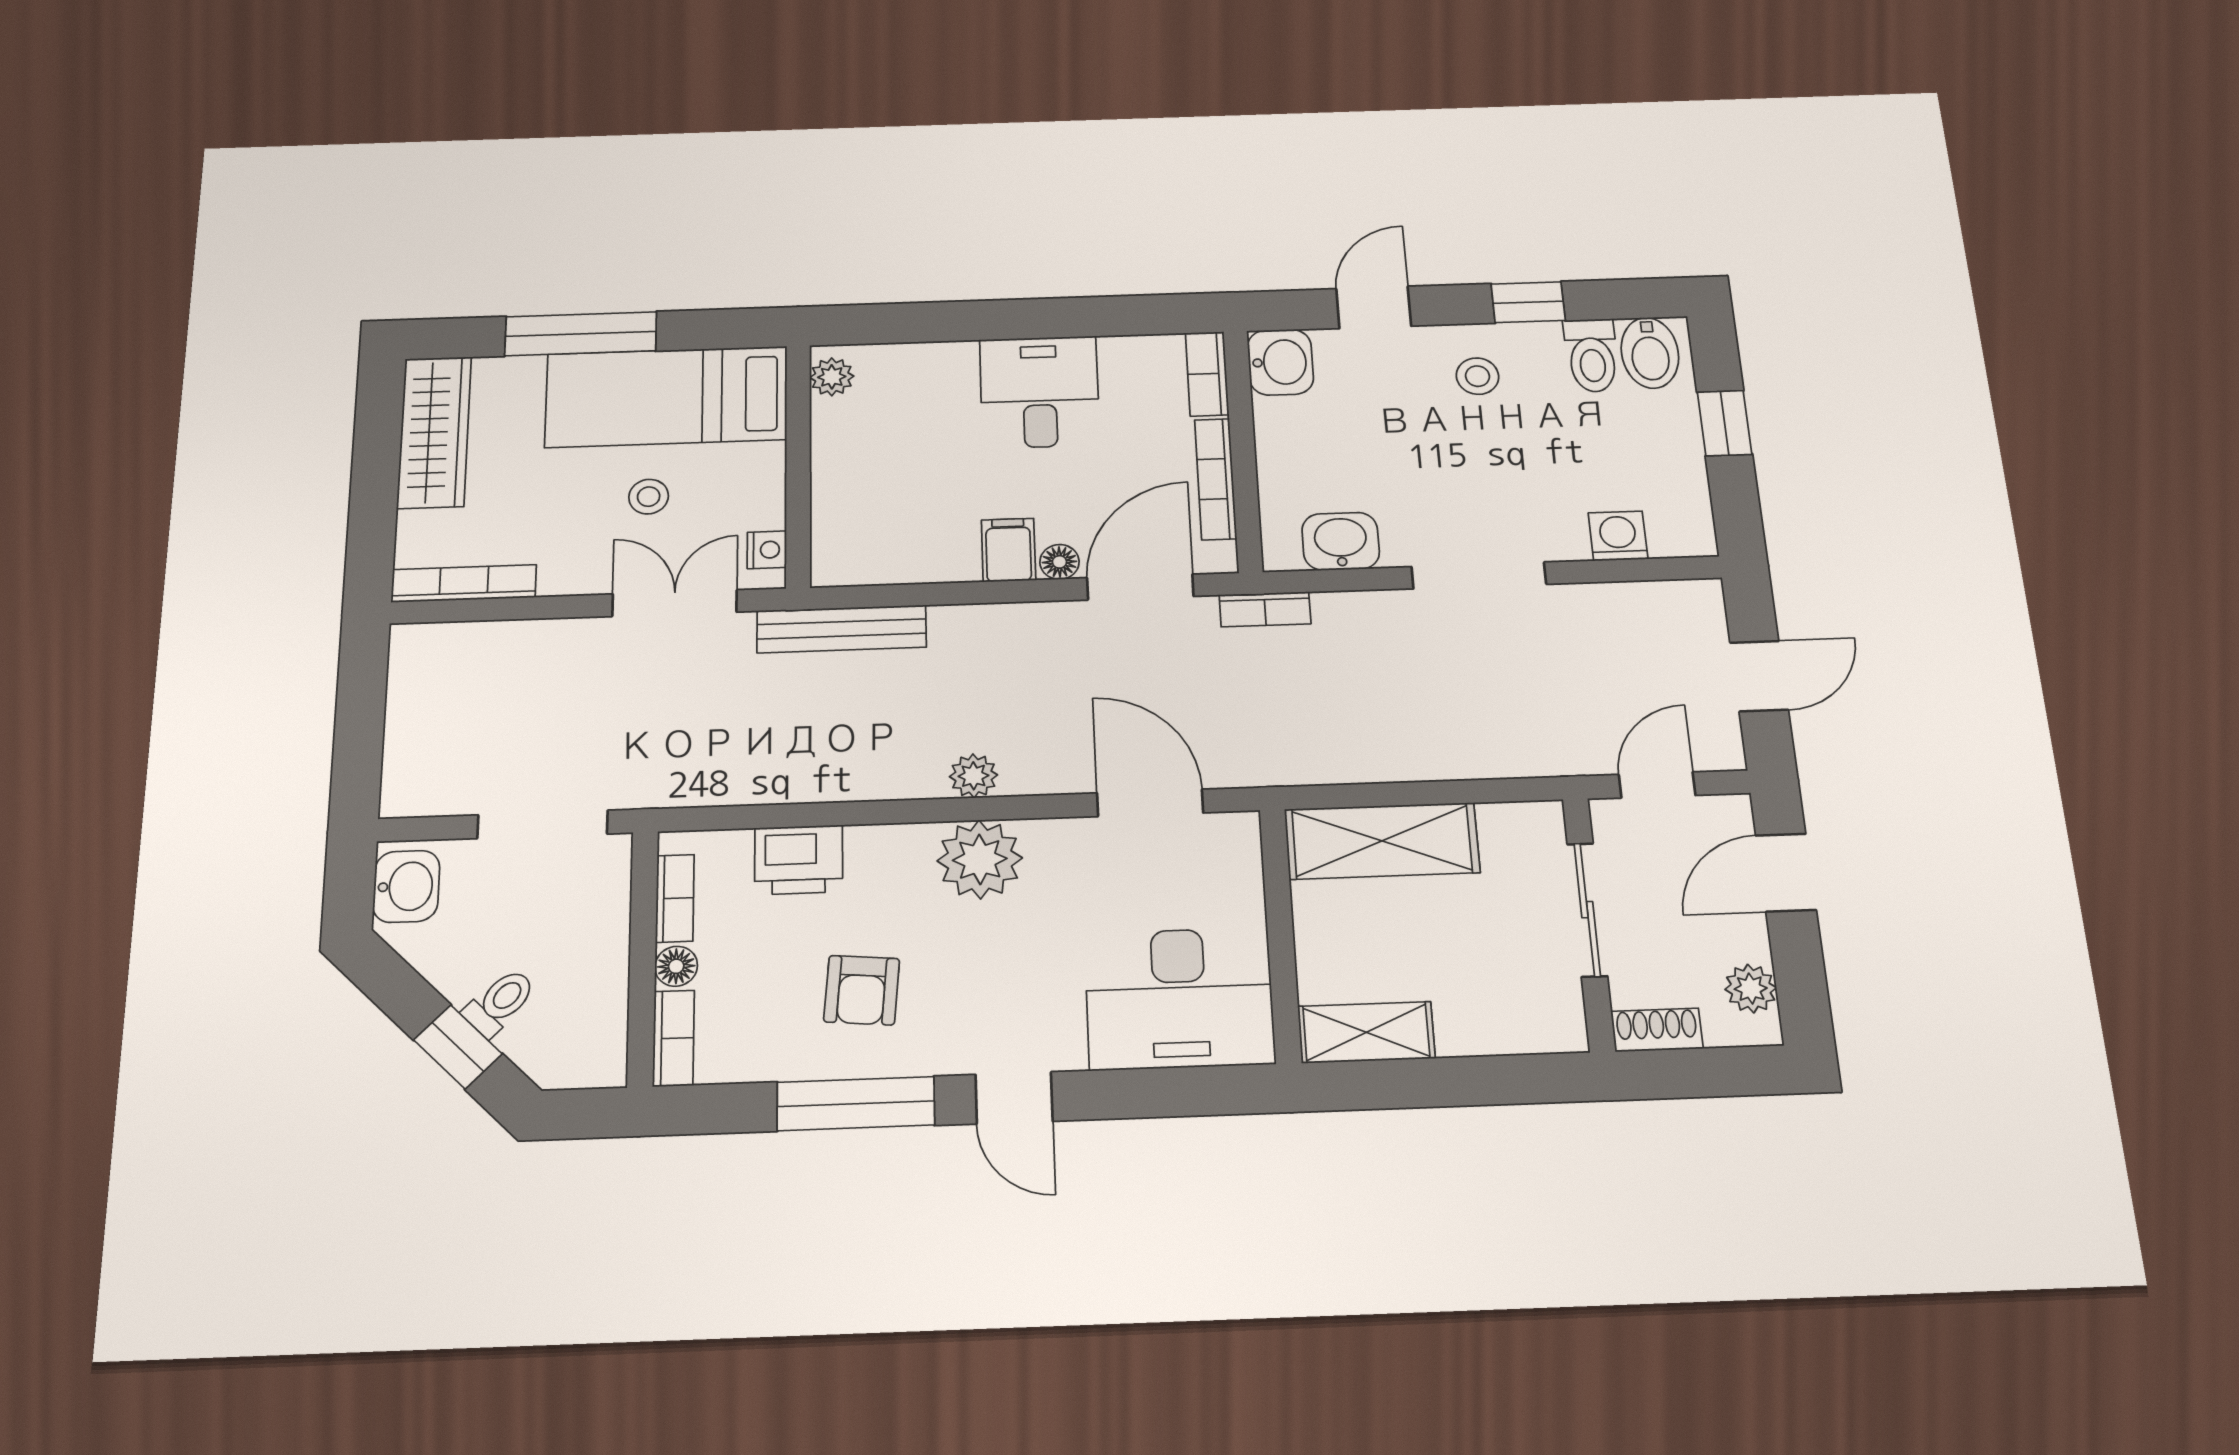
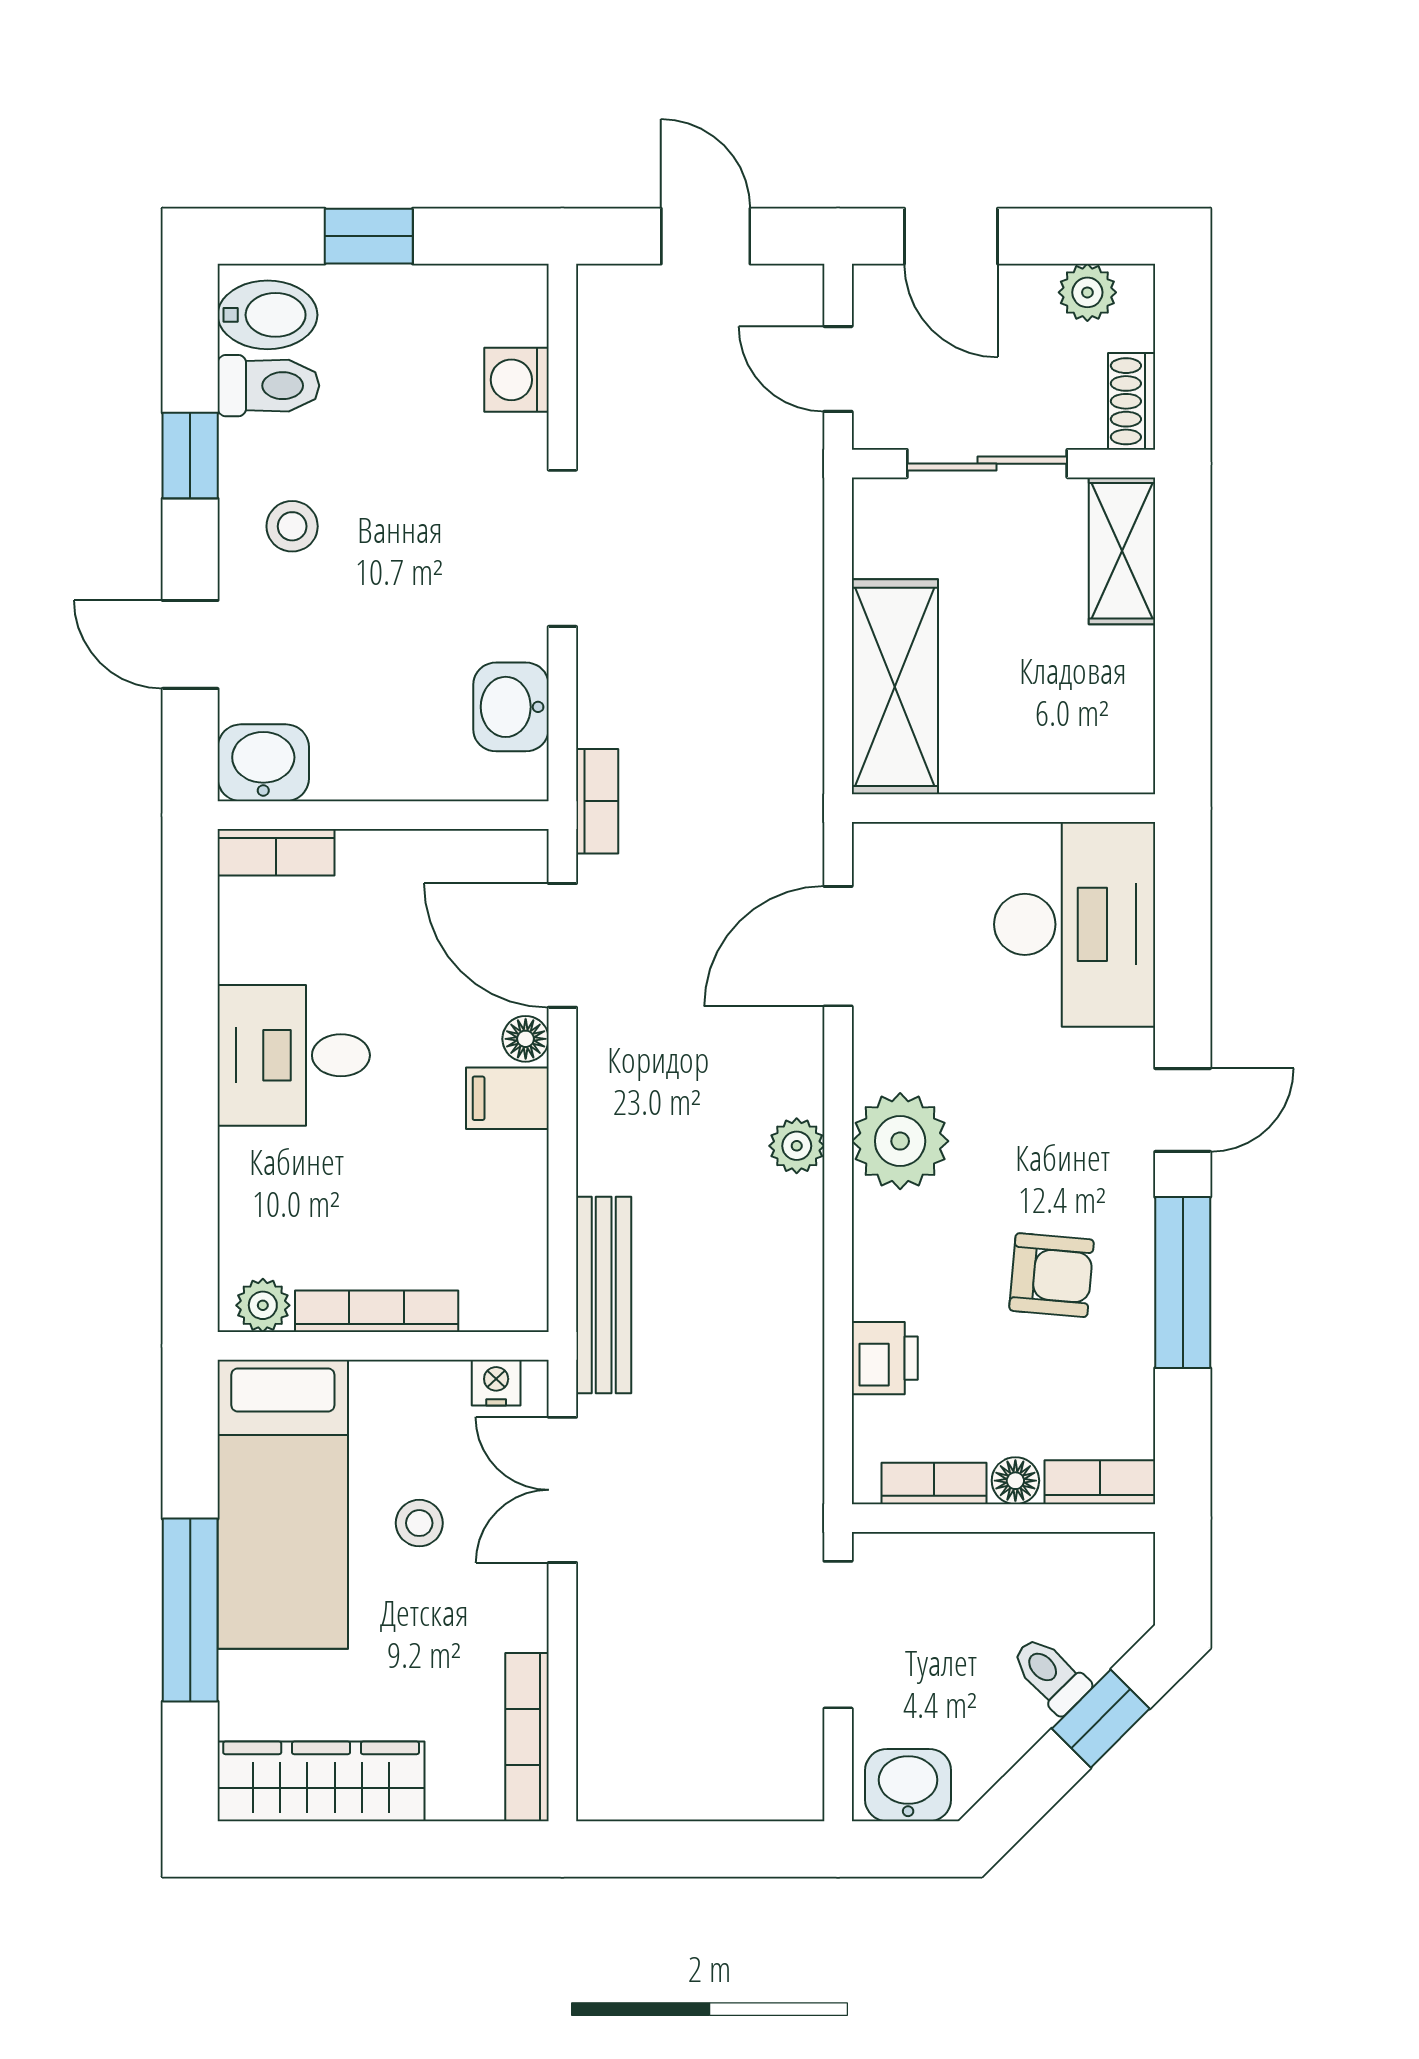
bookcase: (1216, 479) -> (377, 1311), moved, turned 180
printer: (799, 860) -> (885, 1358), width x0.73, depth x0.81
shelving: (1366, 1032) -> (1122, 551), moved

